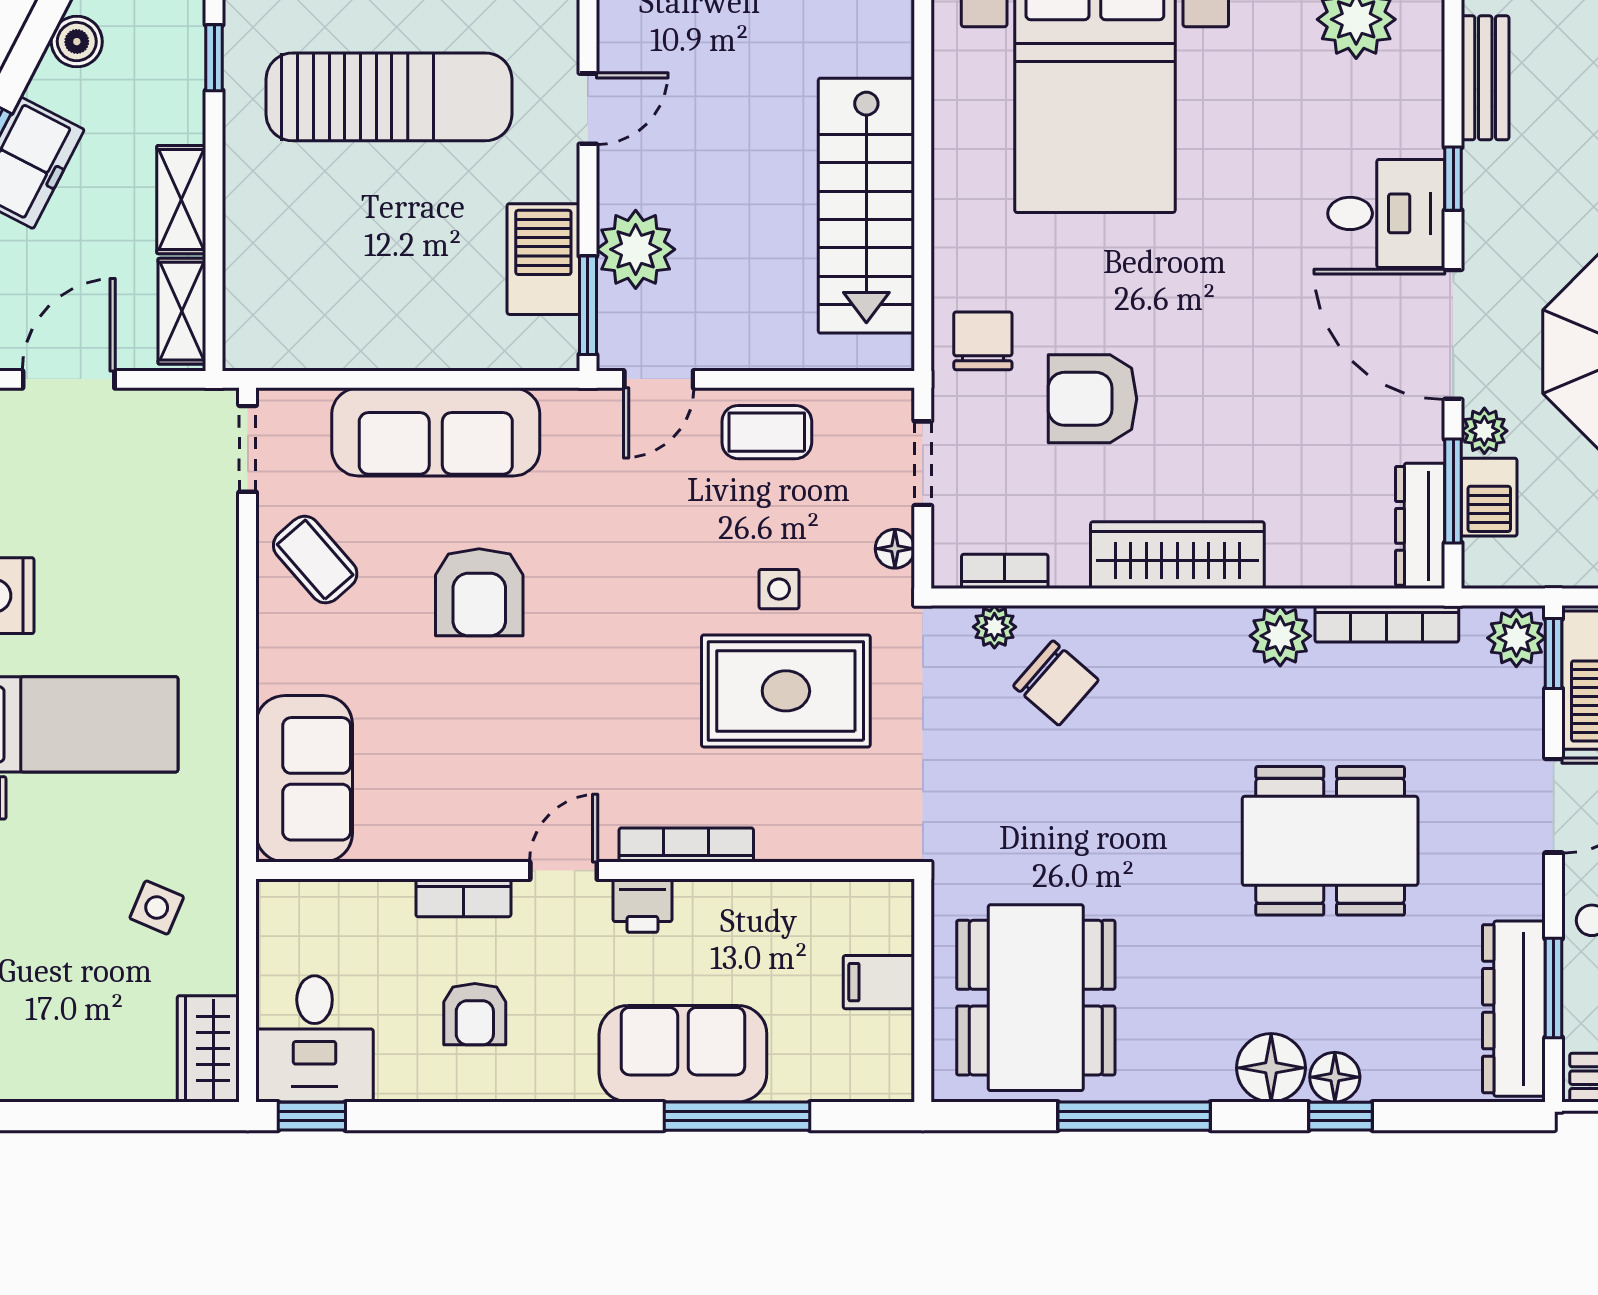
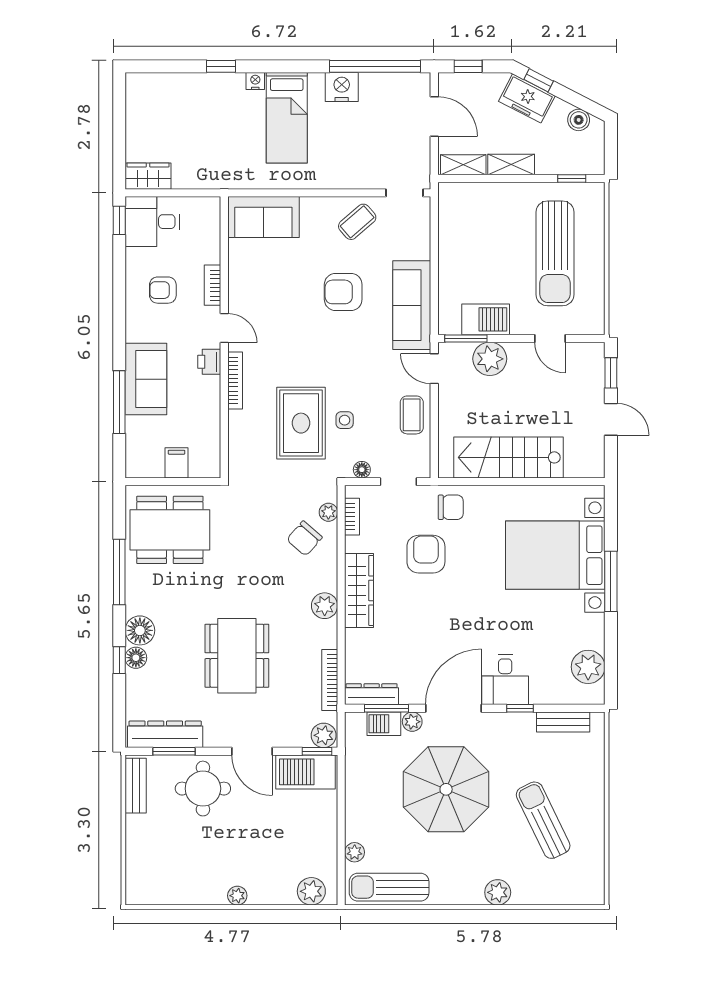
sofa: (436, 432) -> (412, 305), moved
plant: (1280, 636) -> (325, 606), moved
side table: (157, 907) -> (208, 154), removed

